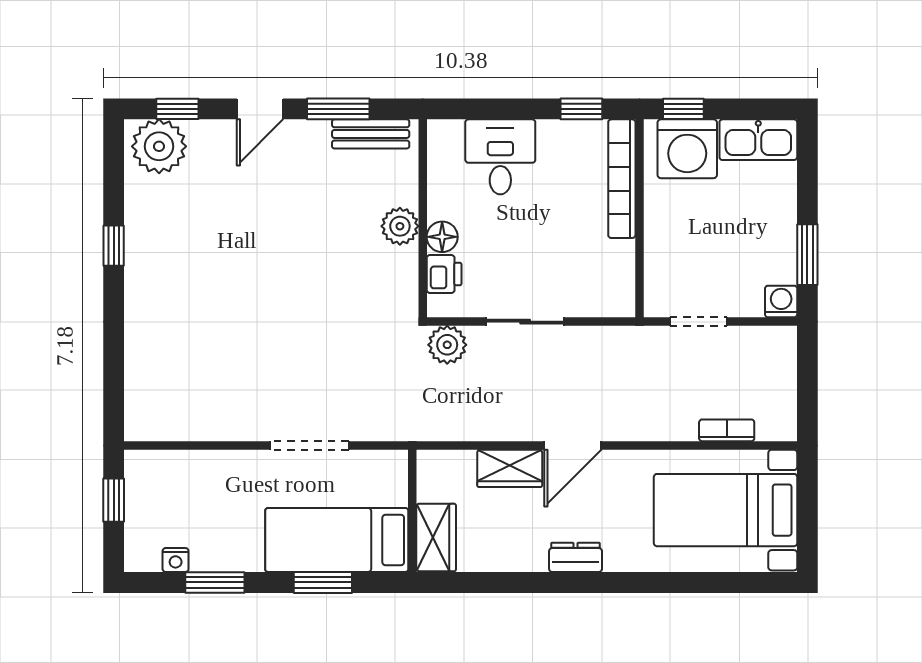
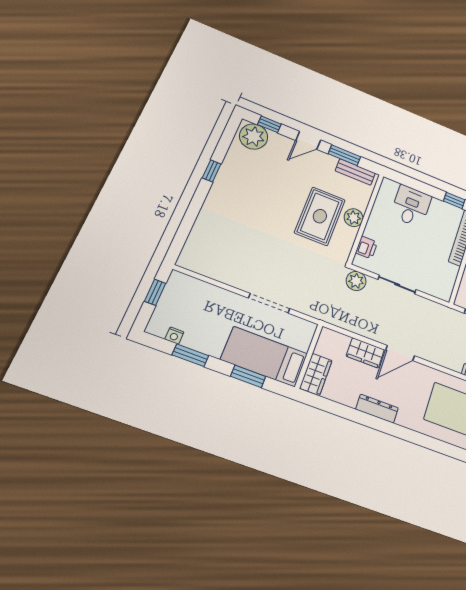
floor lamp: (442, 237) -> (372, 230), removed
rug: (337, 250) -> (320, 216), added
dresser: (576, 557) -> (377, 409), width x1.44

